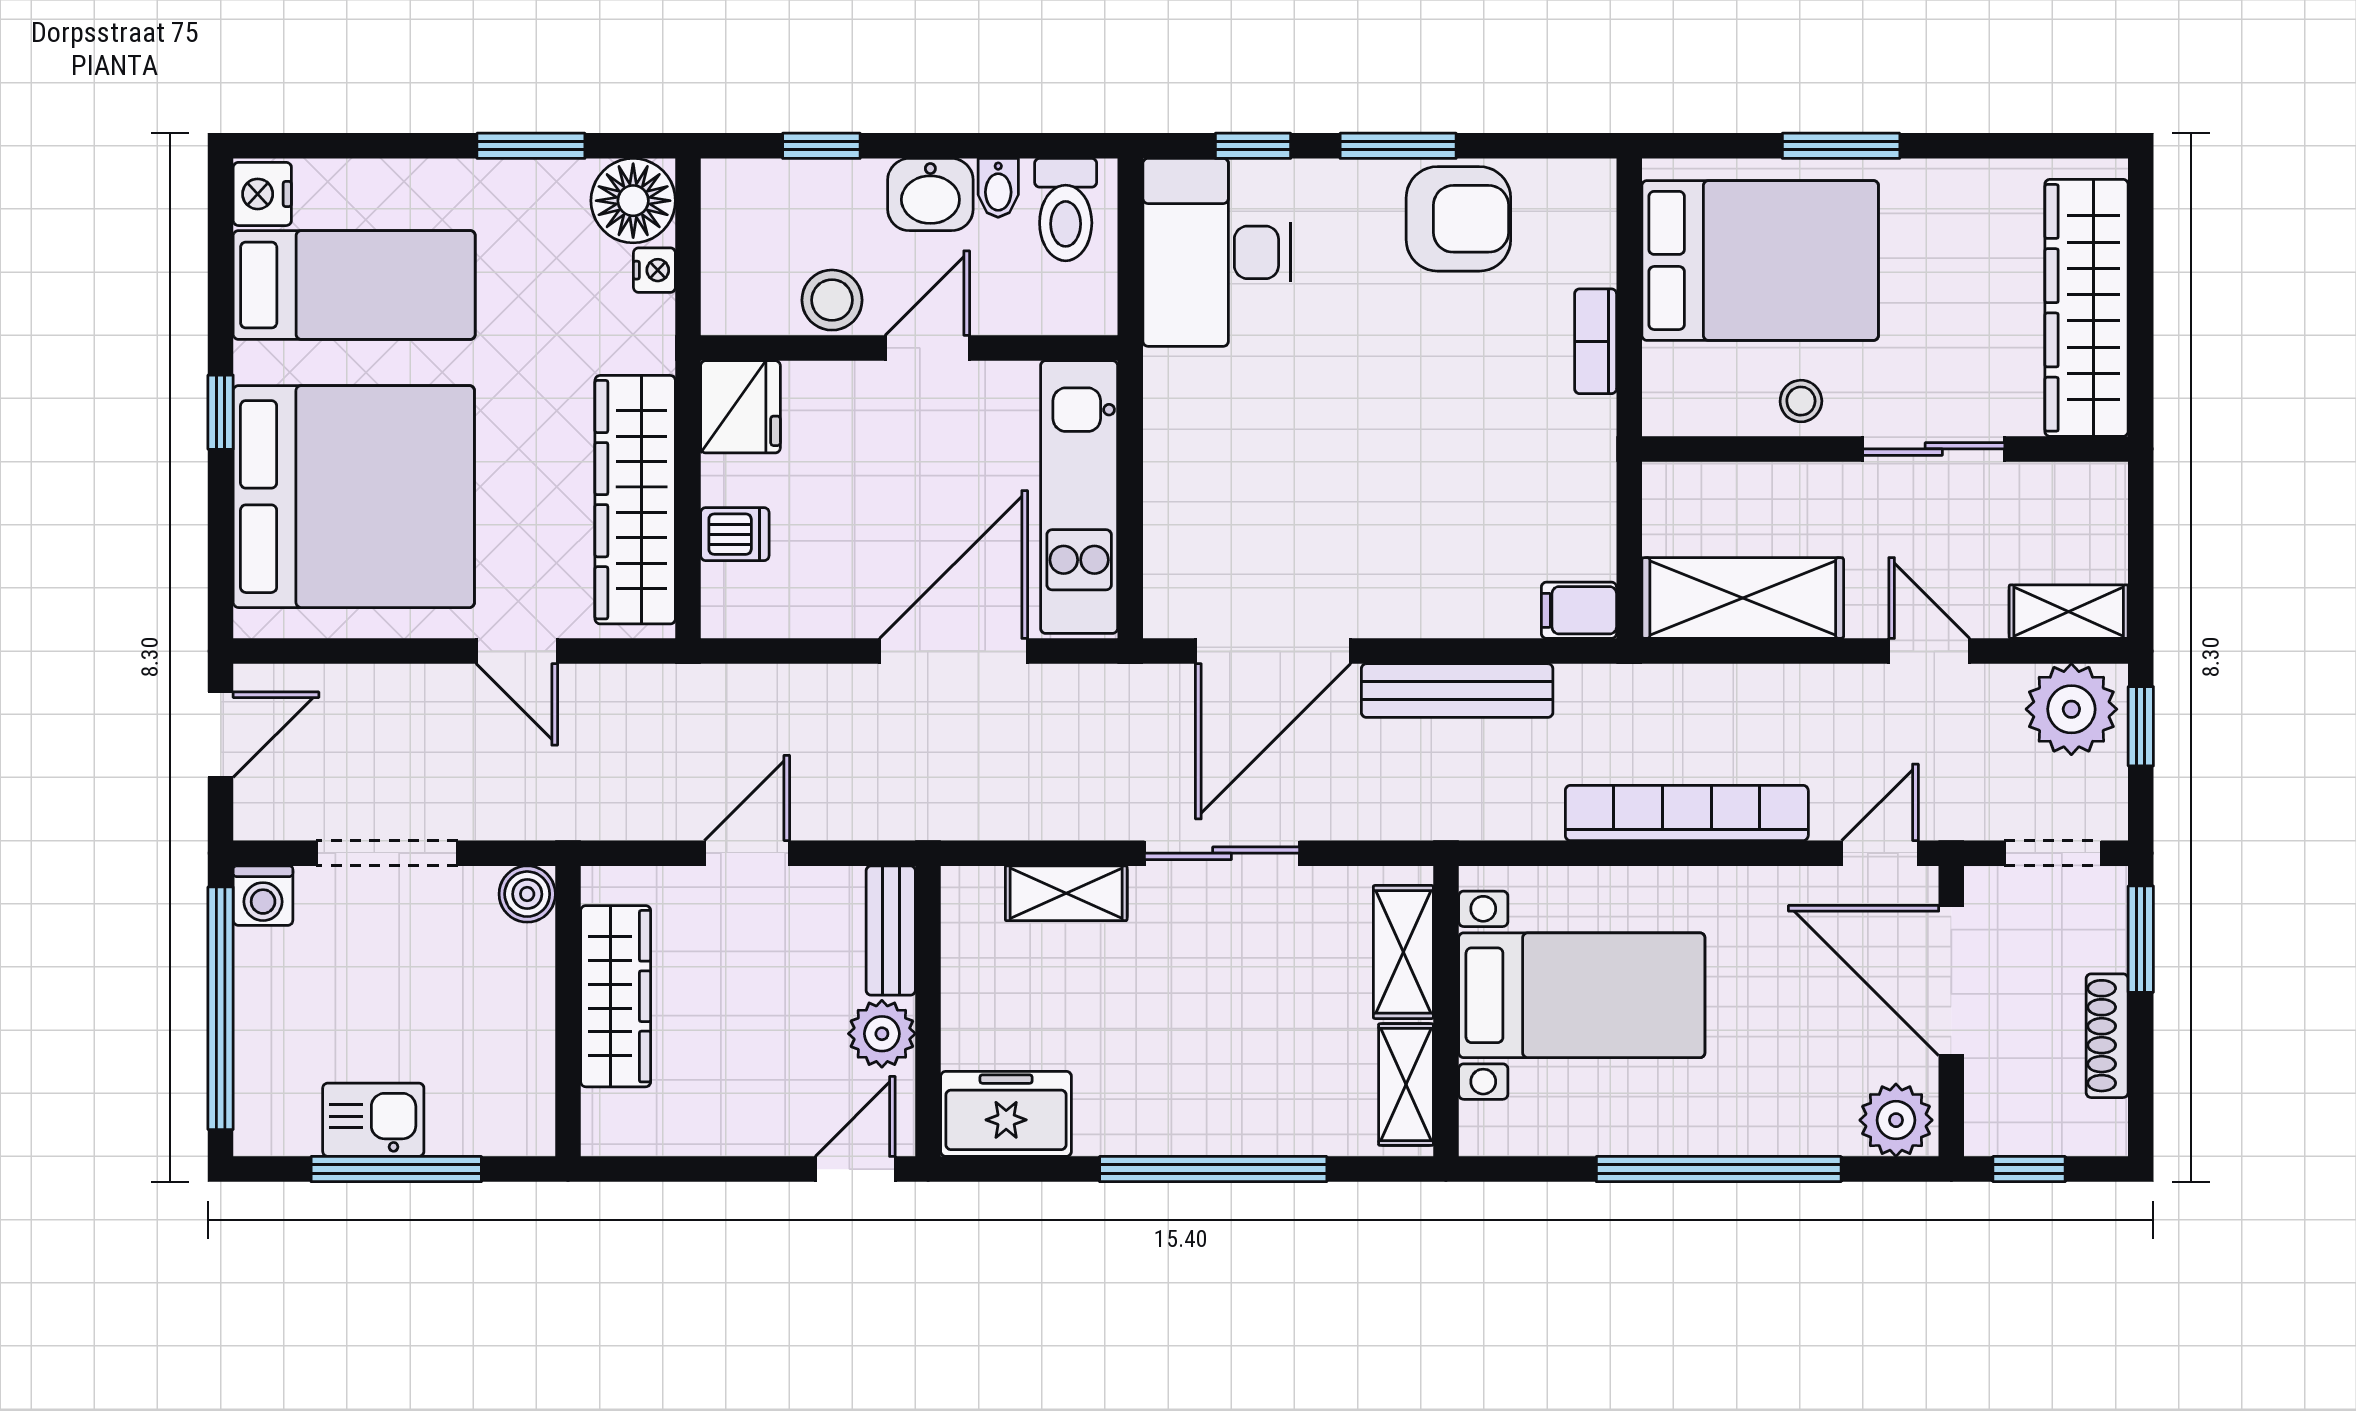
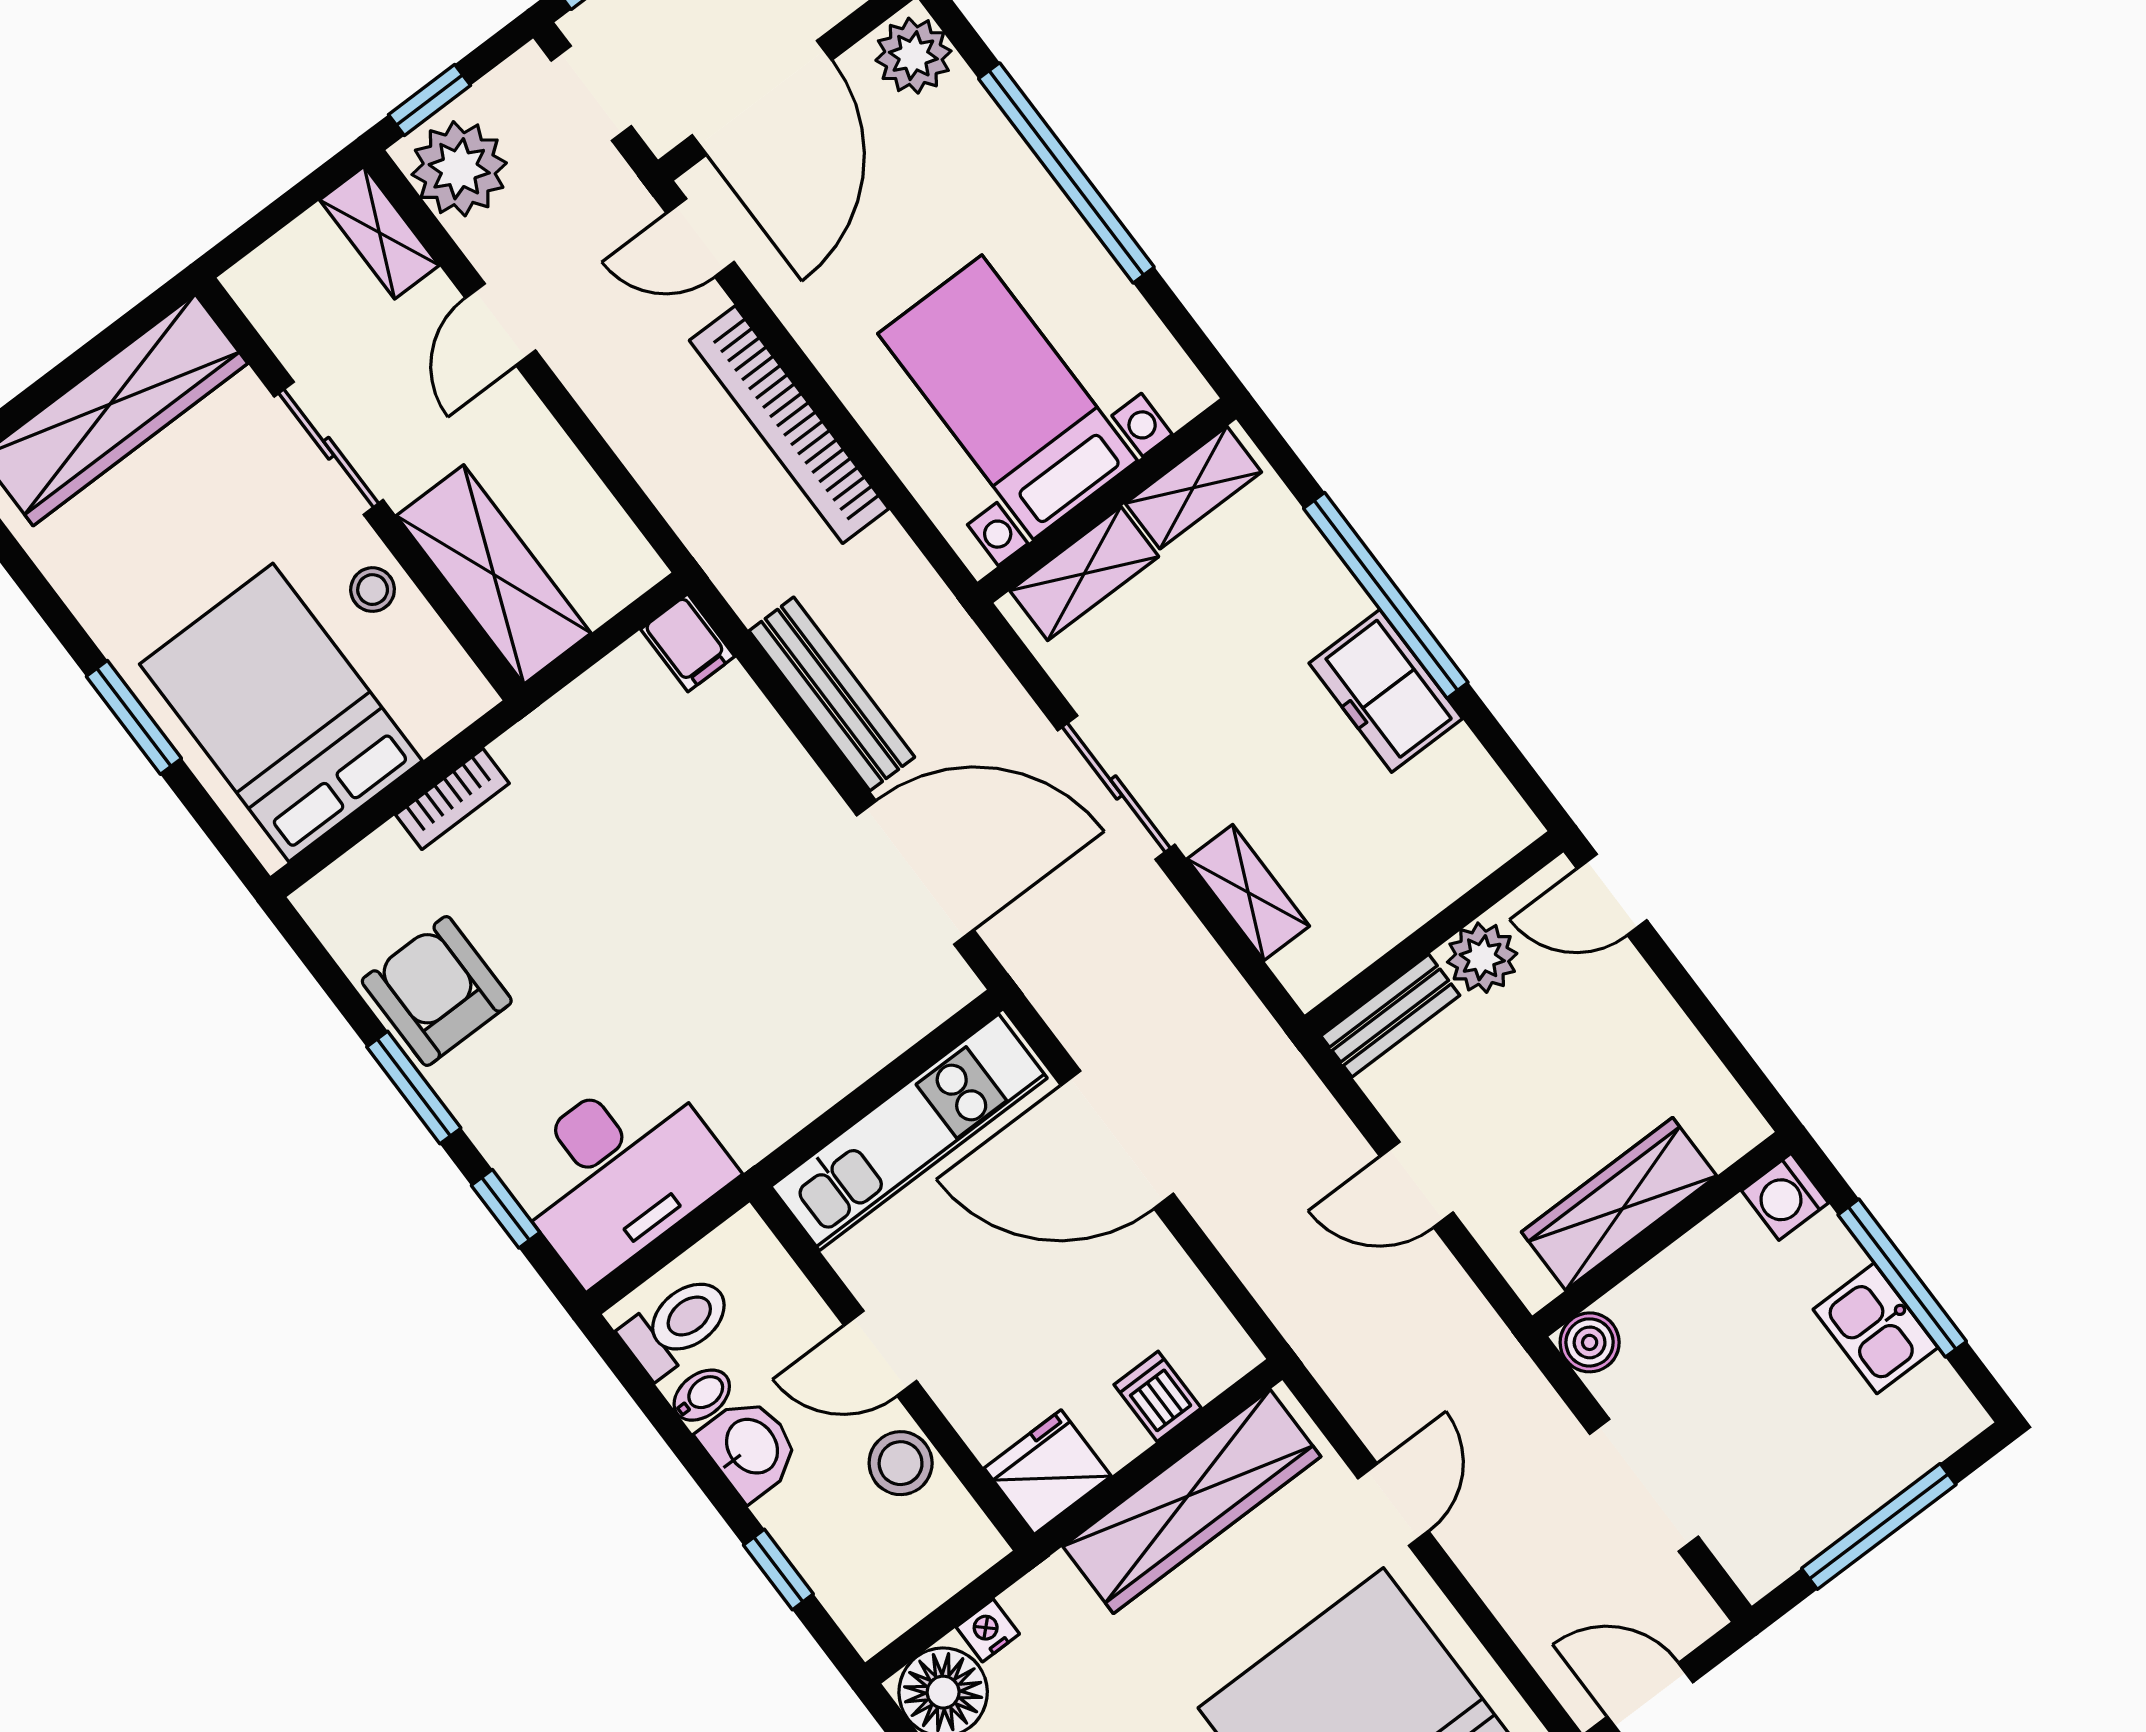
shelving: (1743, 598) -> (494, 574), moved
washing machine: (263, 896) -> (1785, 1197), moved, turned 180
window: (221, 1008) -> (1879, 1526), width x0.68
freezer: (1006, 1114) -> (1386, 691), moved

